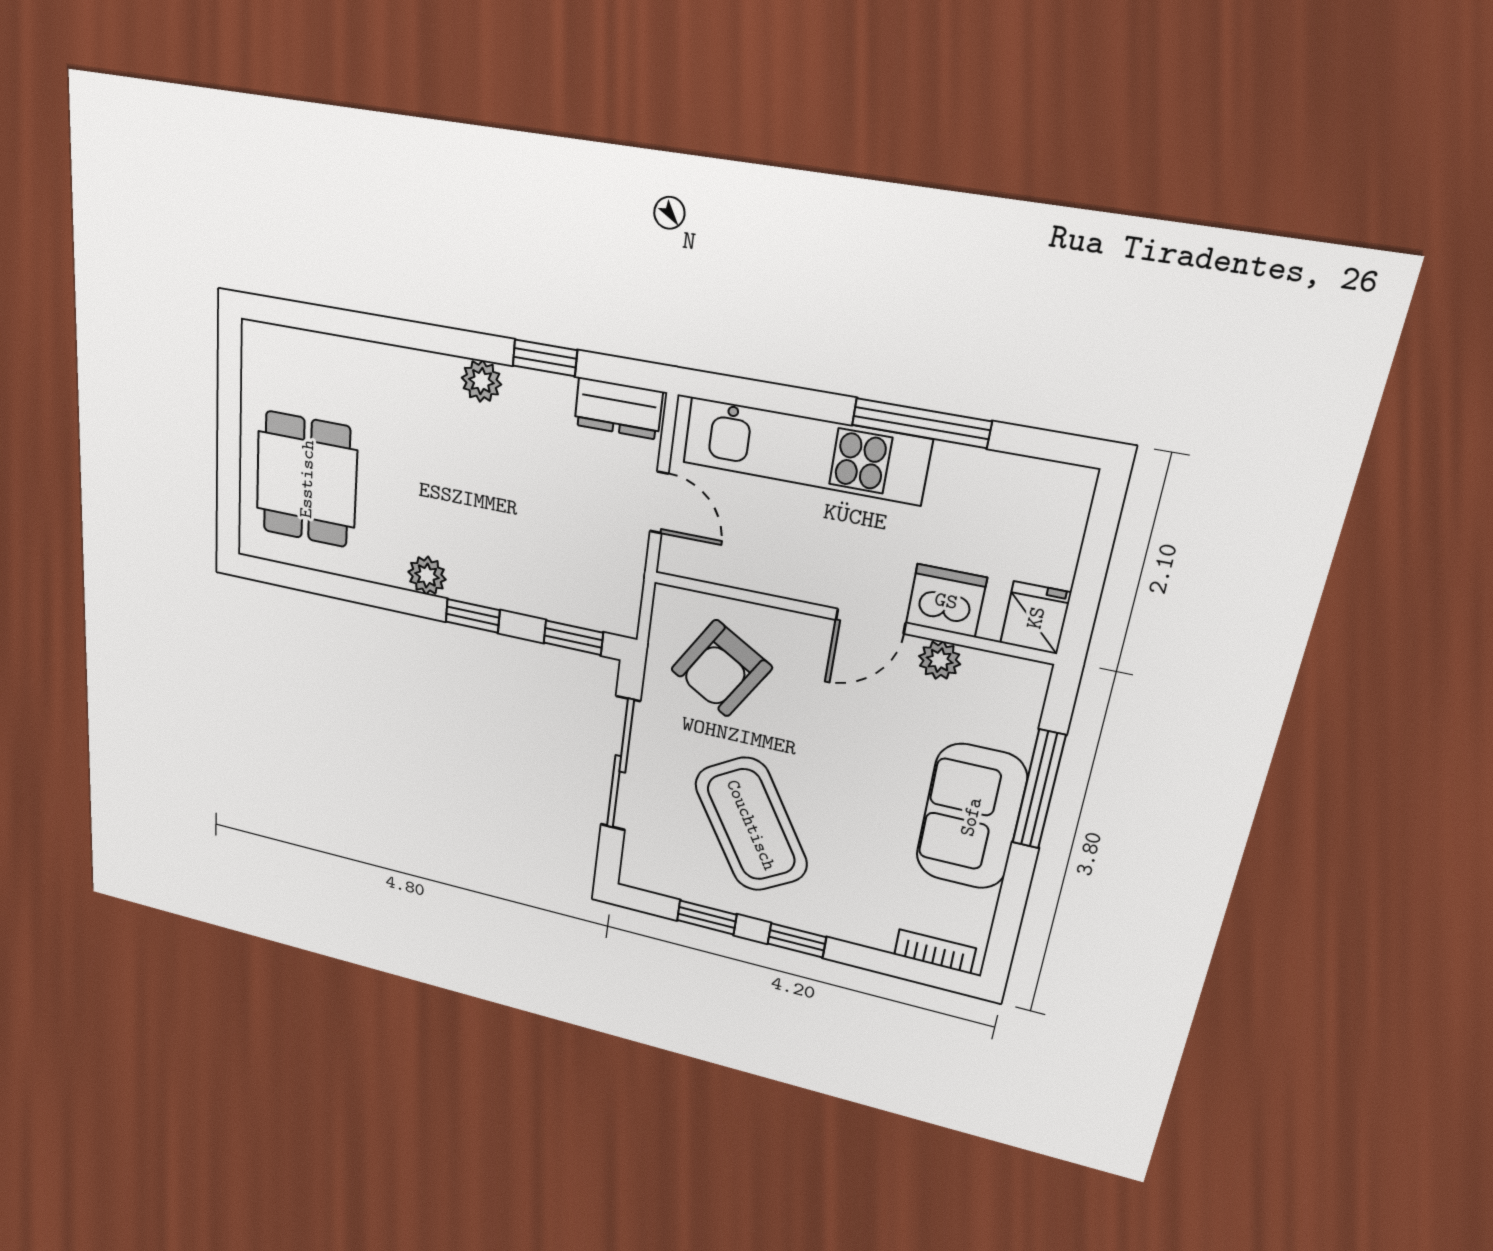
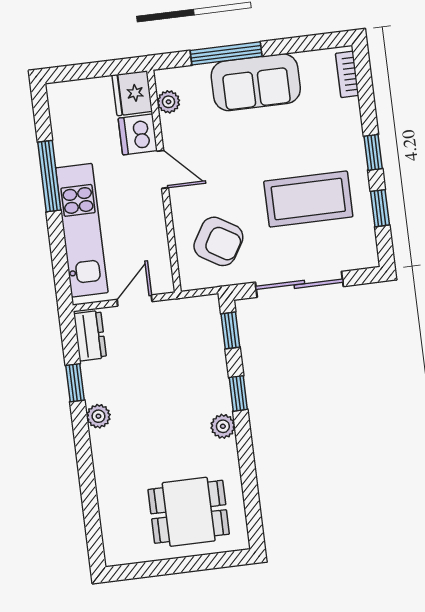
fridge: (1036, 618) -> (132, 93), width x1.38
plant: (940, 660) -> (169, 102), moved
coffee table: (751, 825) -> (308, 199), turned 31

